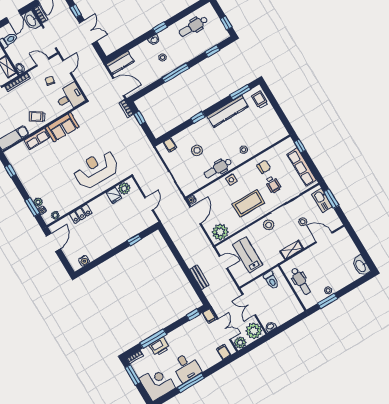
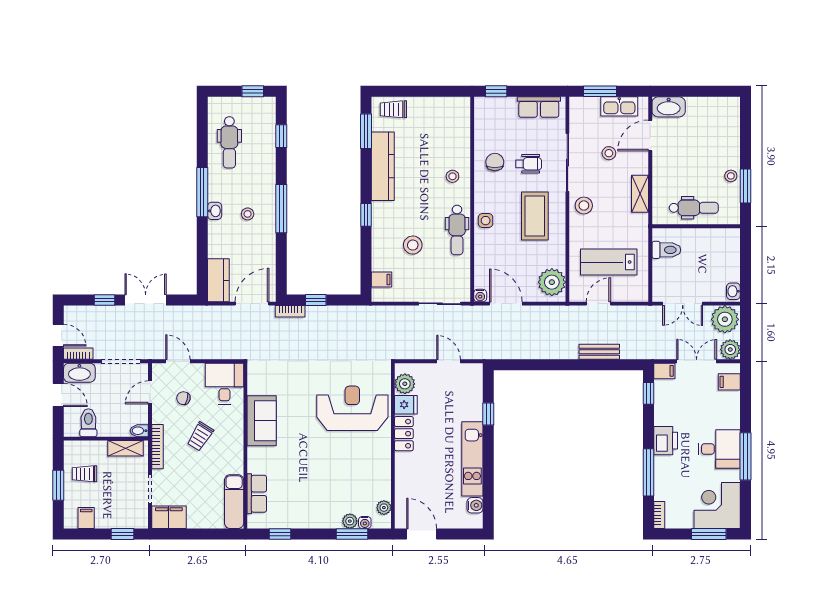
window: (160, 28) -> (202, 192), width x2.17
trolley: (37, 117) -> (200, 437), moved
row of seats: (37, 139) -> (257, 494), moved
row of seats: (302, 167) -> (539, 107), width x0.68
reception desk: (96, 169) -> (352, 408), turned 90
kitchen sink: (322, 200) -> (619, 106), moved
locker: (81, 214) -> (404, 434), moved
kitchen unit: (107, 245) -> (472, 459), added
washbasin: (361, 266) -> (669, 107), moved
printer: (159, 347) -> (666, 441), moved
window: (133, 375) -> (709, 534), moved

